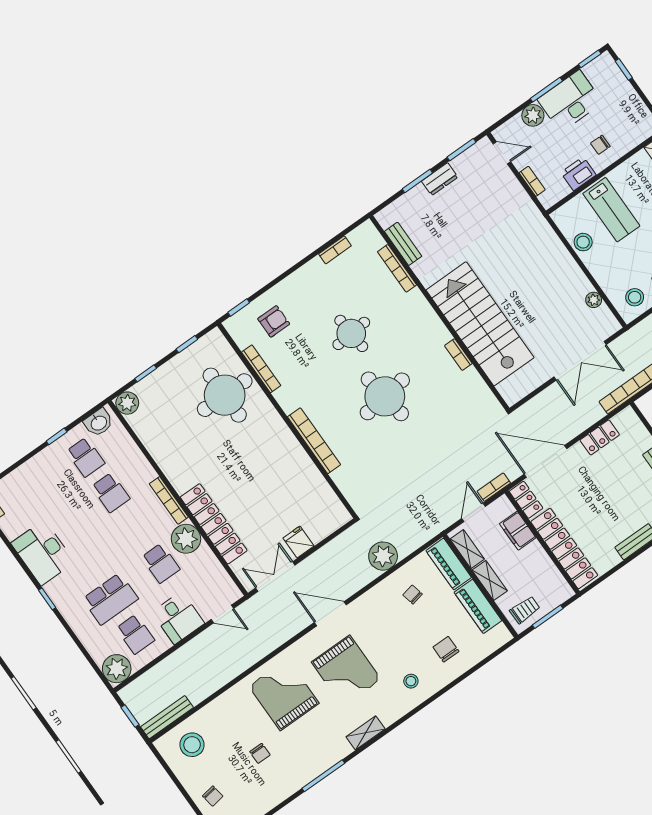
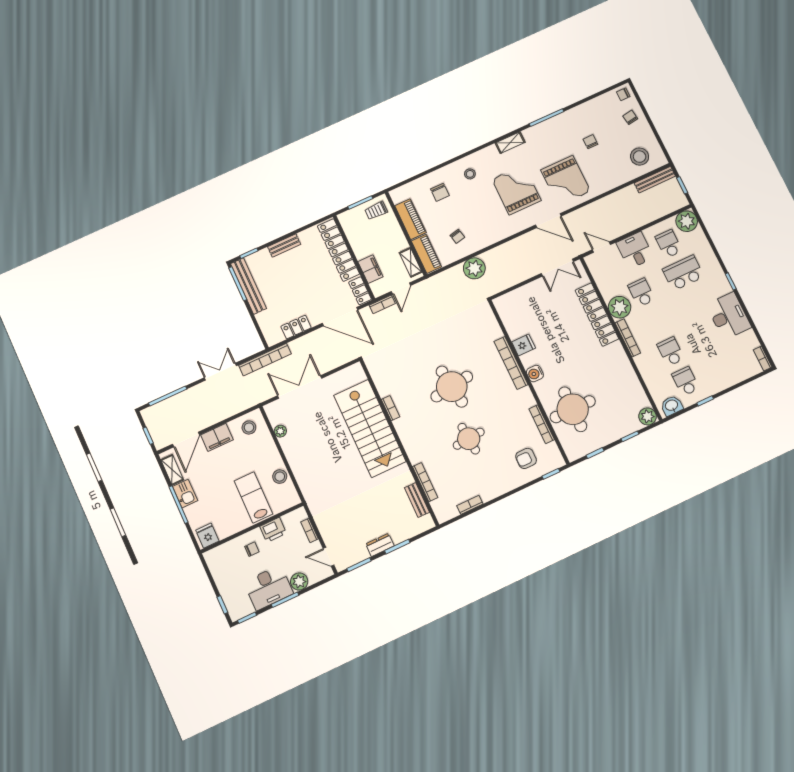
water cooler: (281, 433) -> (535, 373), added
fridge: (298, 542) -> (524, 345), moved, turned -90
shelving: (490, 580) -> (398, 236), removed
door: (330, 614) -> (548, 221), moved

